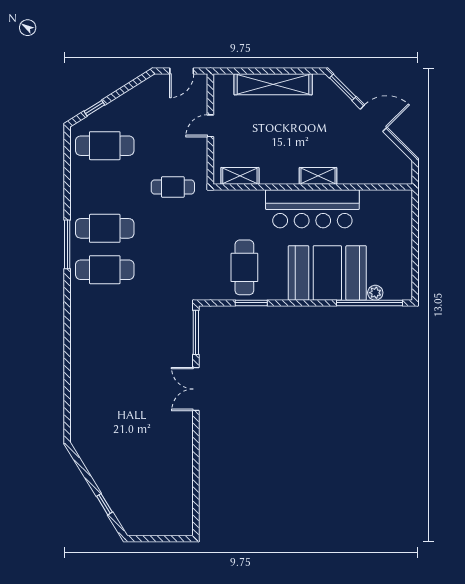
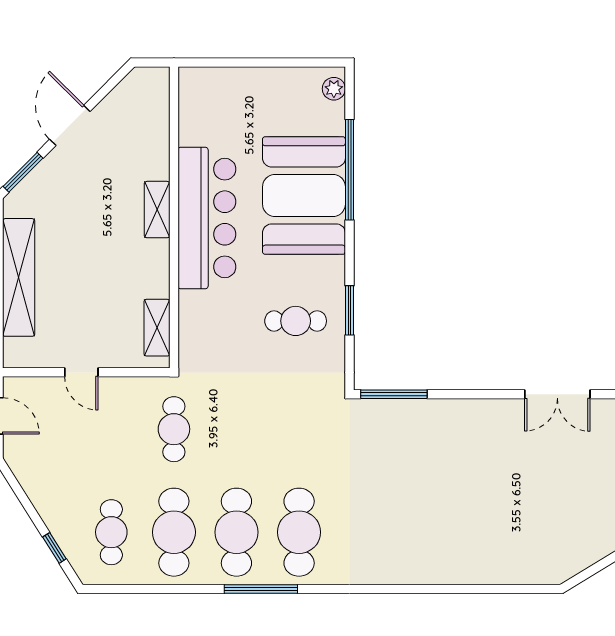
cafe table: (105, 146) -> (111, 532), width x0.73, depth x0.74
cafe table: (105, 187) -> (174, 532), added
cafe table: (244, 267) -> (296, 321), width x0.73, depth x0.74
plant: (375, 293) -> (334, 89), moved
window: (369, 303) -> (349, 170), moved
double door: (196, 389) -> (557, 394), moved

